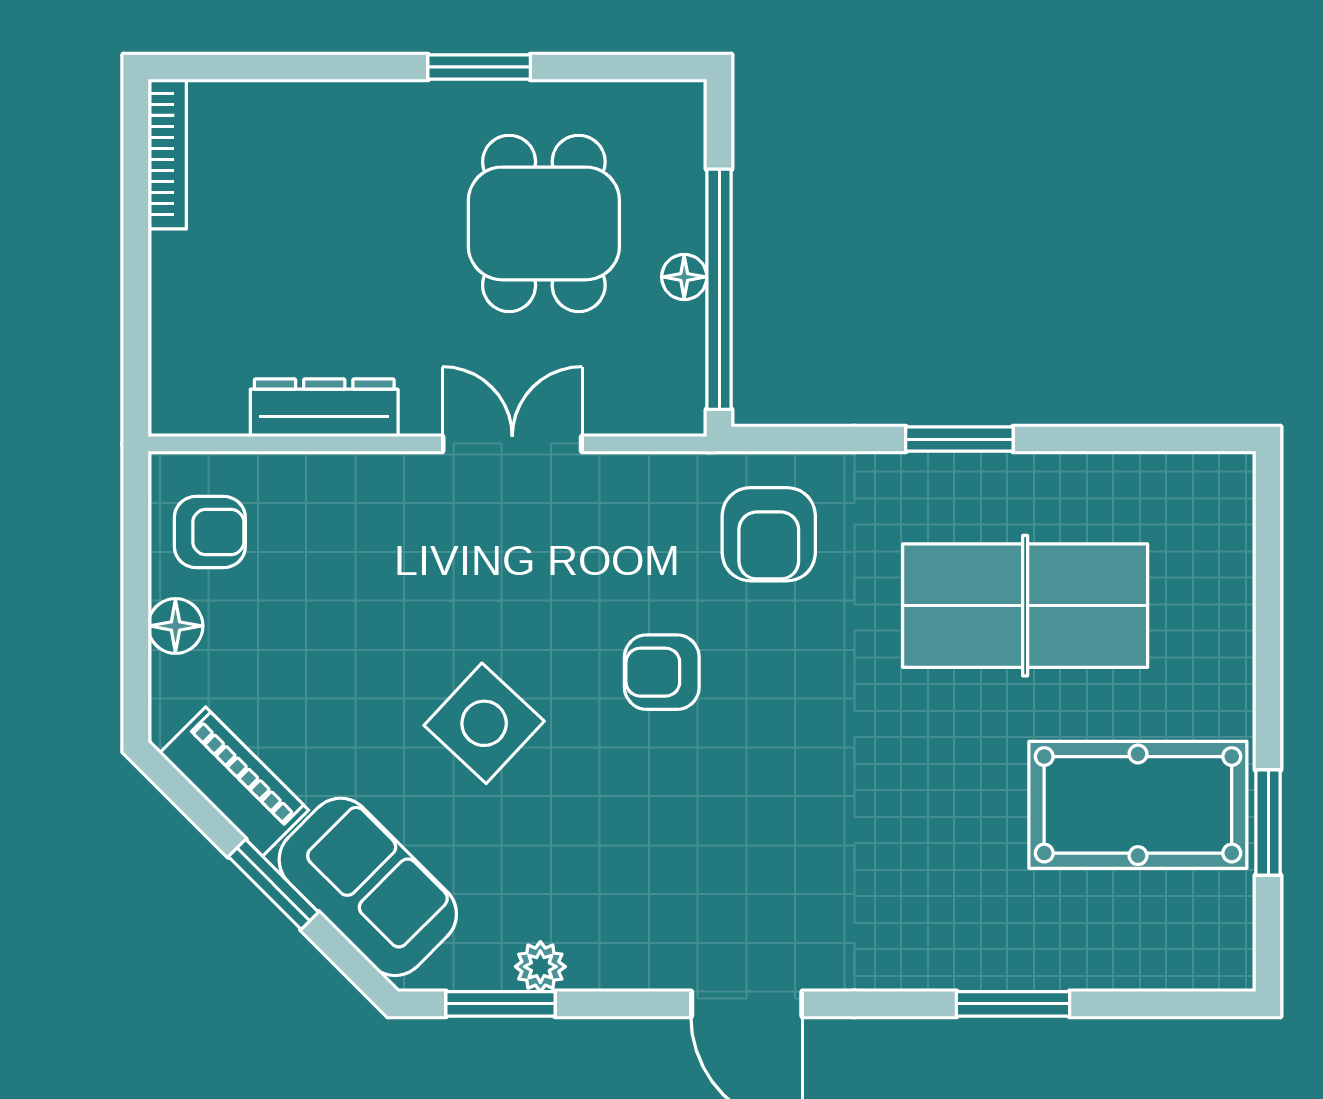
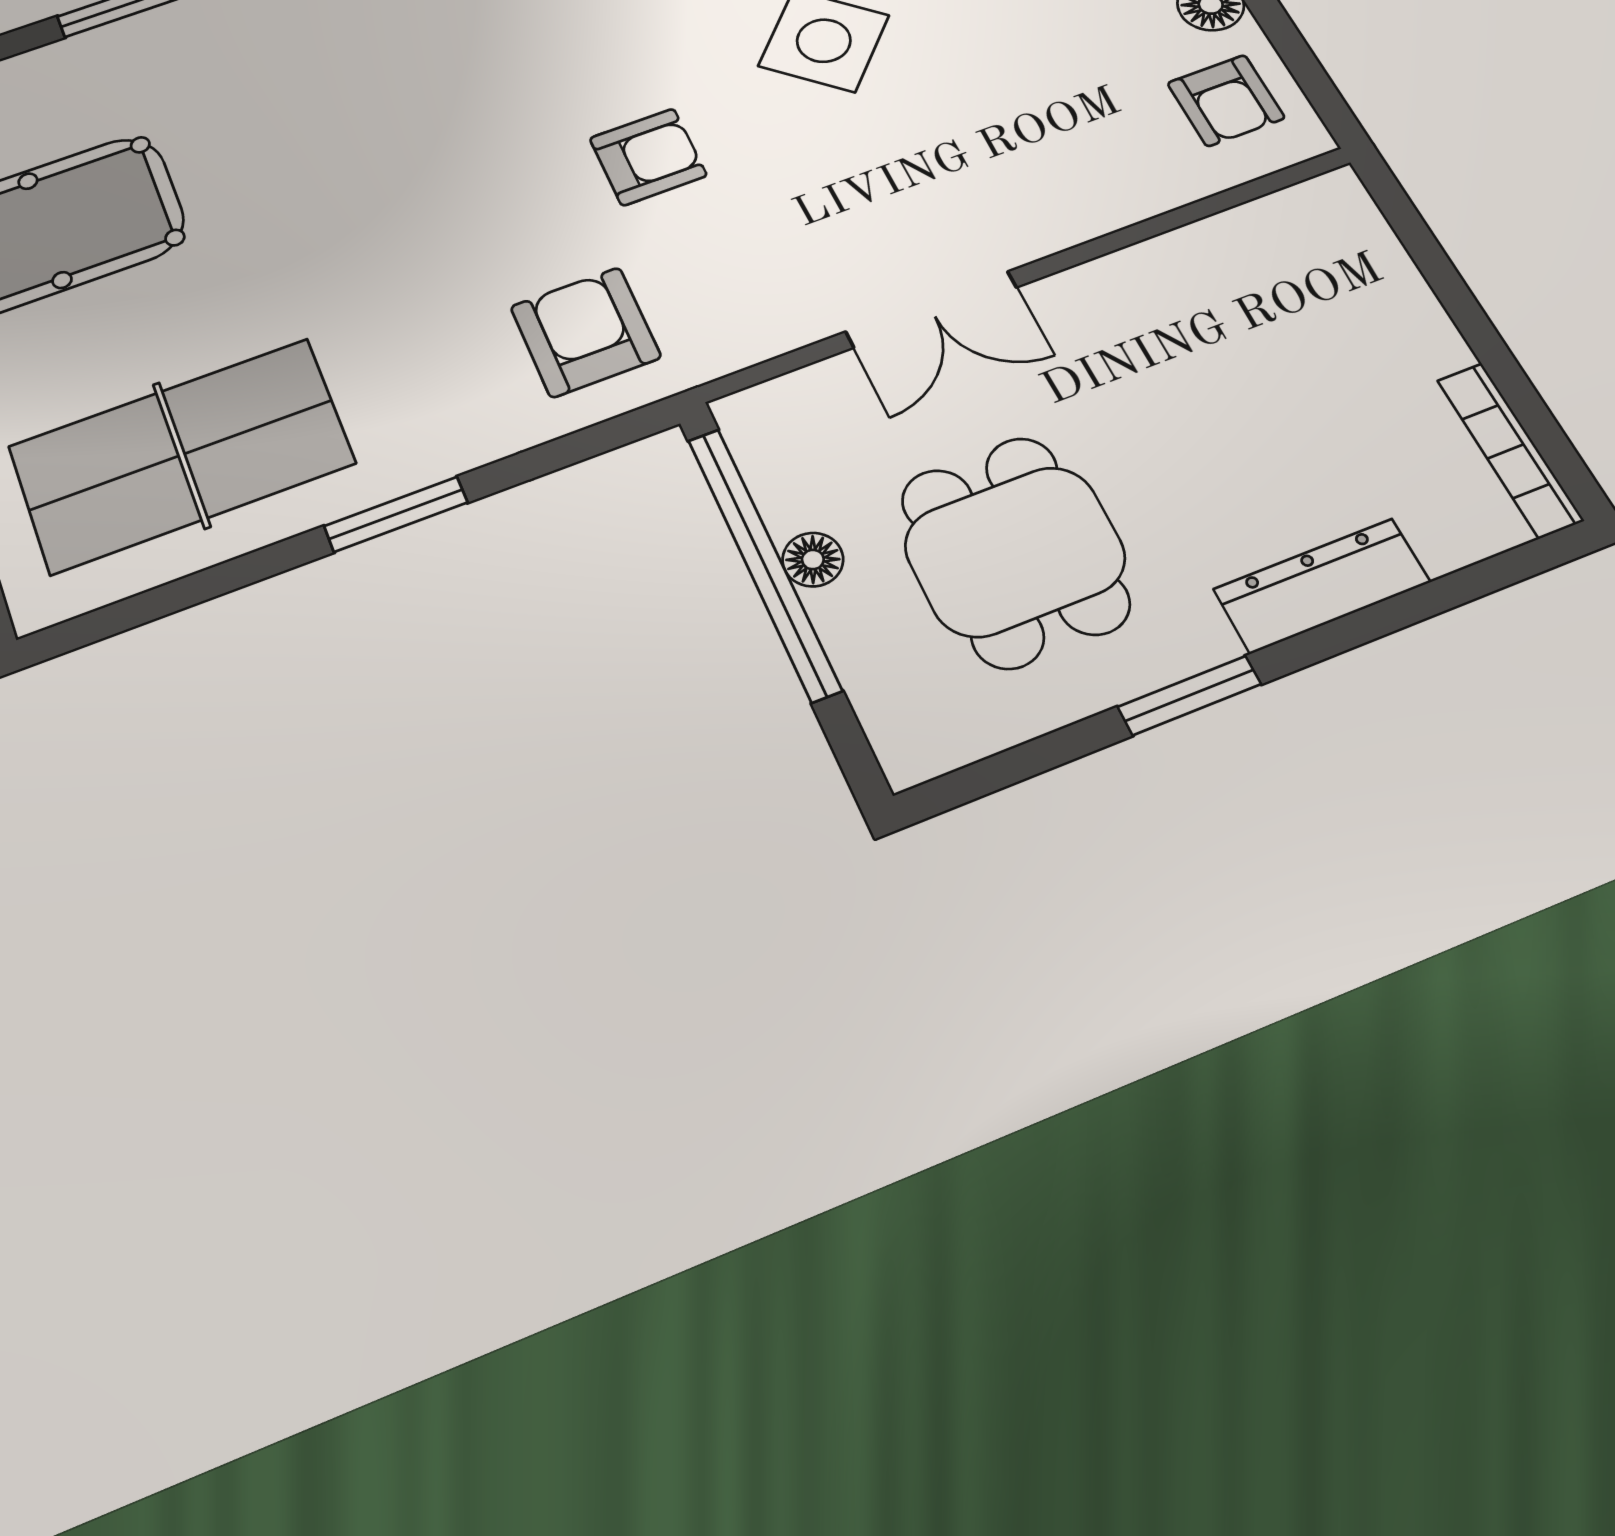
dresser: (324, 408) -> (1322, 586), moved, turned 180
armchair: (210, 532) -> (1226, 100), turned -90
table tennis table: (1025, 606) -> (182, 455), moved

